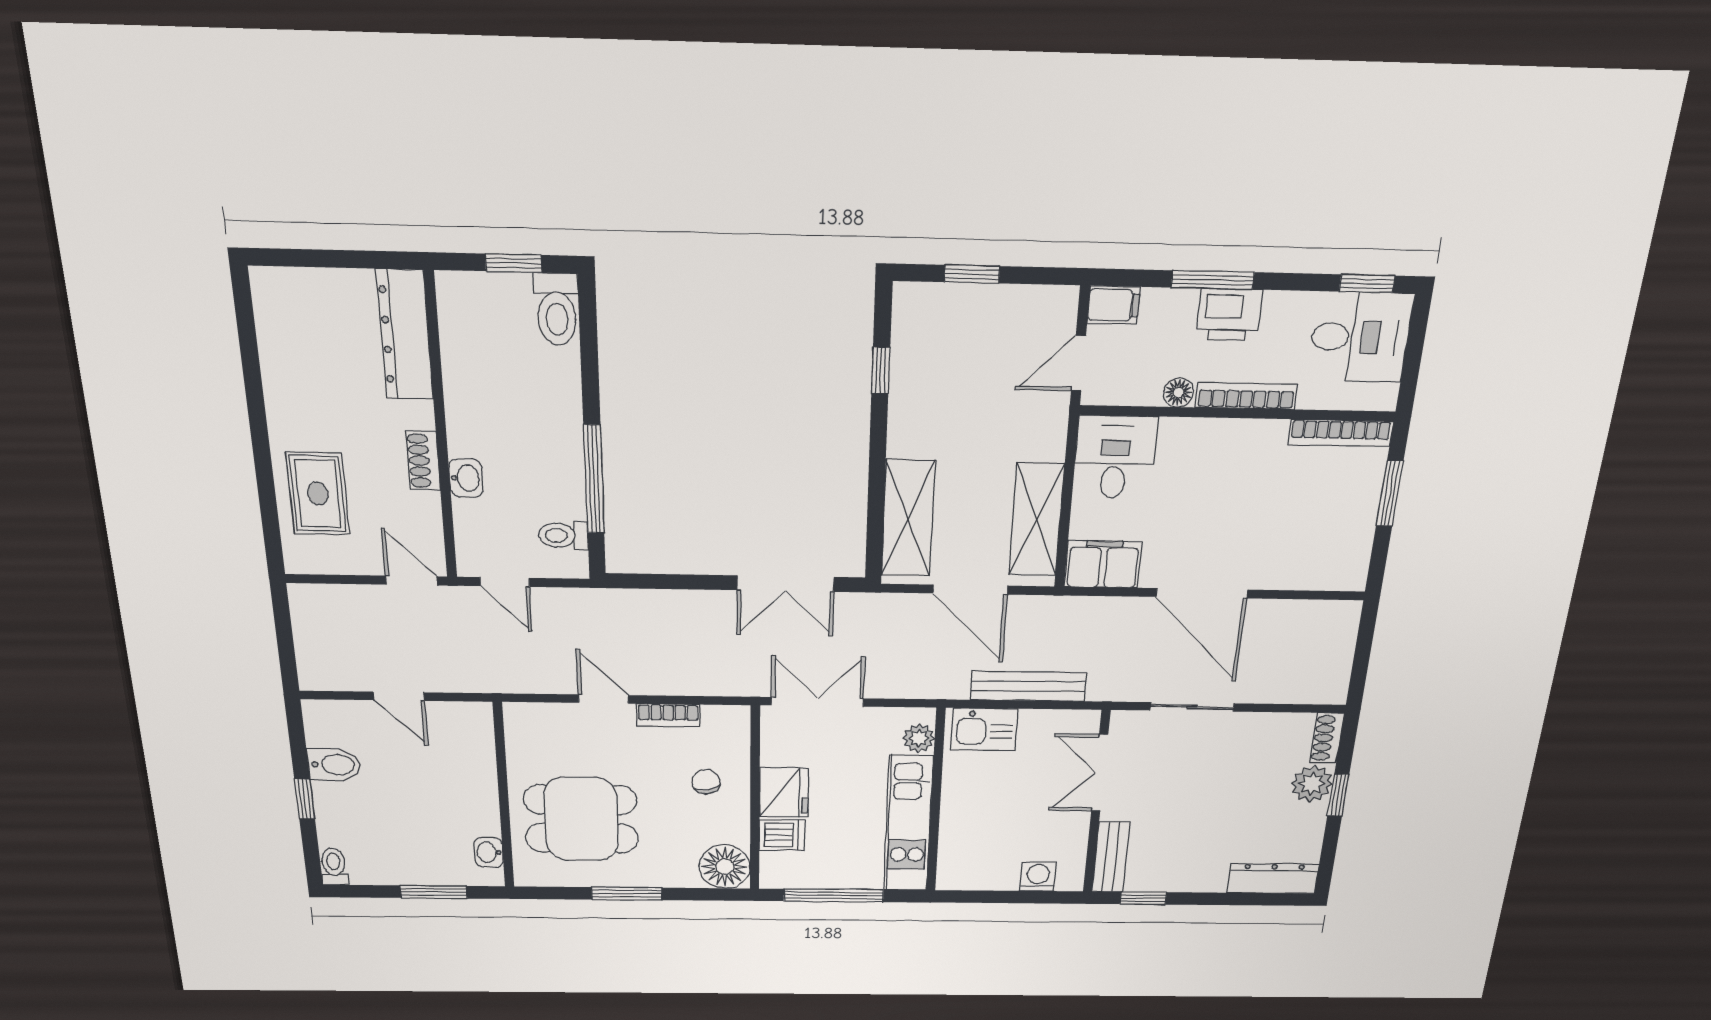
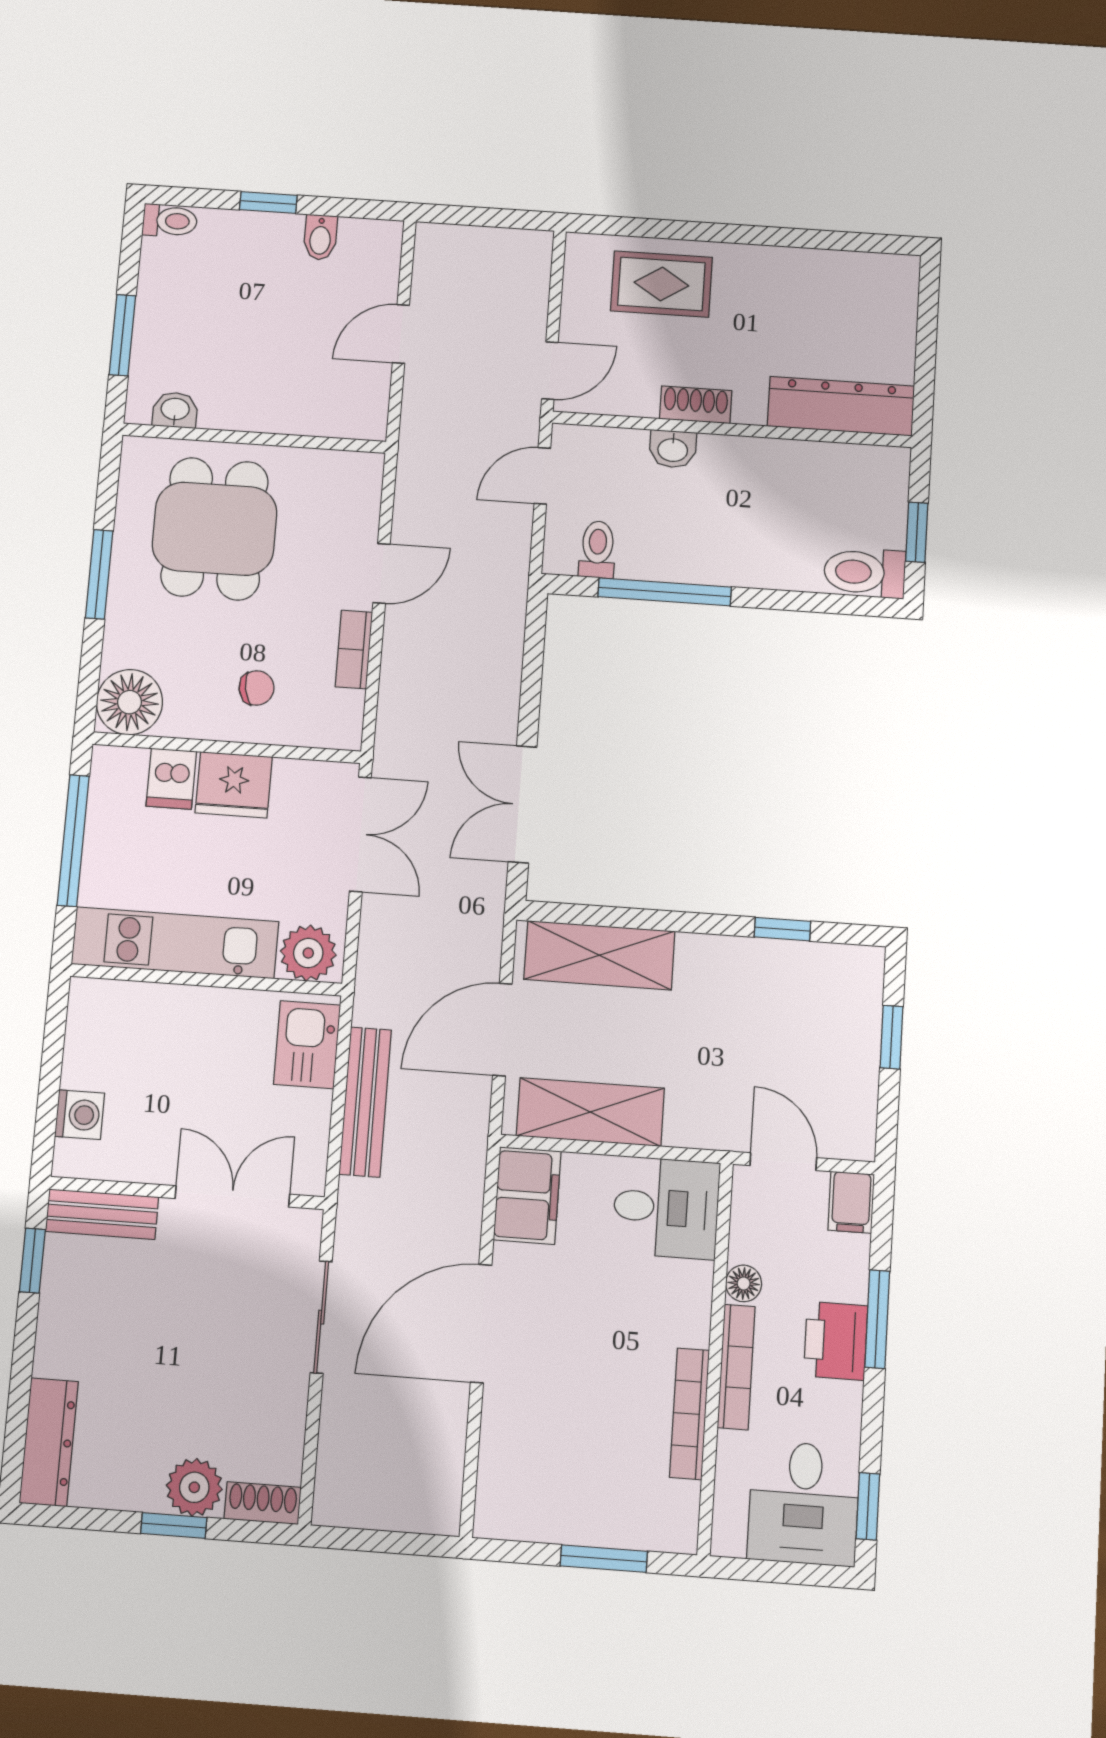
bookcase: (1341, 433) -> (690, 1414), moved
plant: (919, 738) -> (308, 953), width x1.38, depth x1.38
bidet: (334, 765) -> (320, 237), width x0.72, depth x0.74

